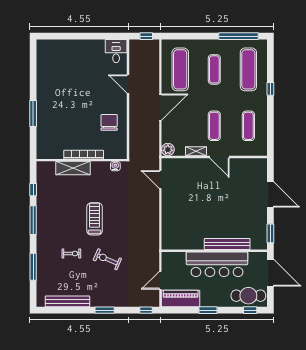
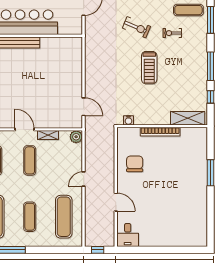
door: (160, 107) -> (84, 179), width x0.53
chair: (109, 122) -> (135, 164), turned 180
shelving: (73, 168) -> (188, 118), moved
exercise mat: (55, 277) -> (188, 10), added

